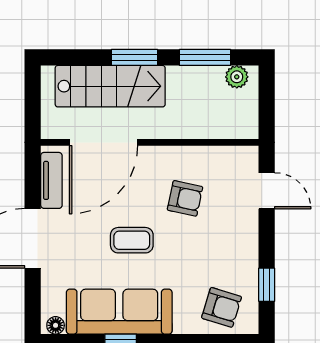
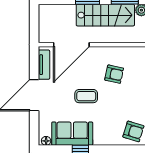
stairs: (110, 86) -> (105, 15), moved
sofa: (119, 312) -> (72, 134), width x0.73

